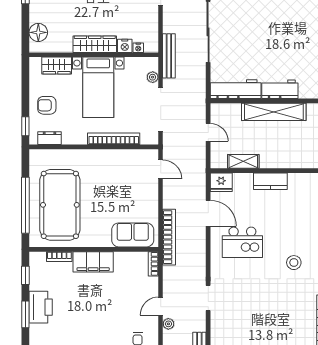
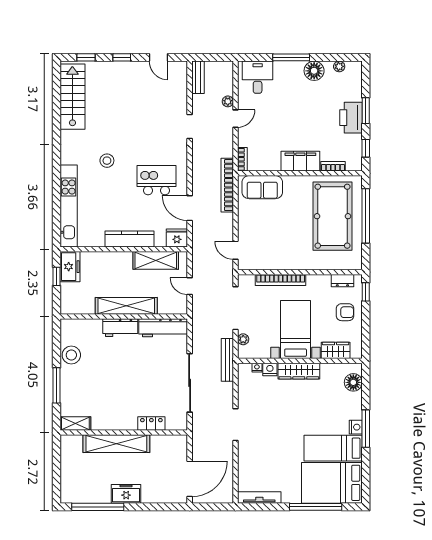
shelving: (243, 161) -> (156, 260), width x1.50, depth x1.33
kitchen counter: (270, 181) -> (130, 239), width x1.50

